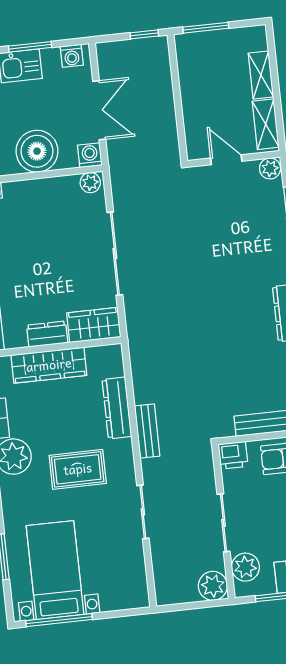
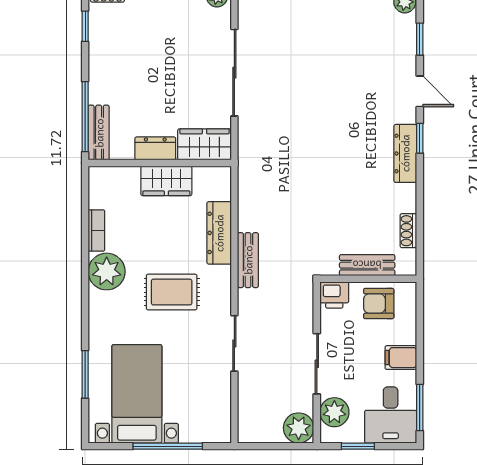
wardrobe: (49, 365) -> (166, 181), width x0.67
window: (59, 620) -> (168, 446), moved

